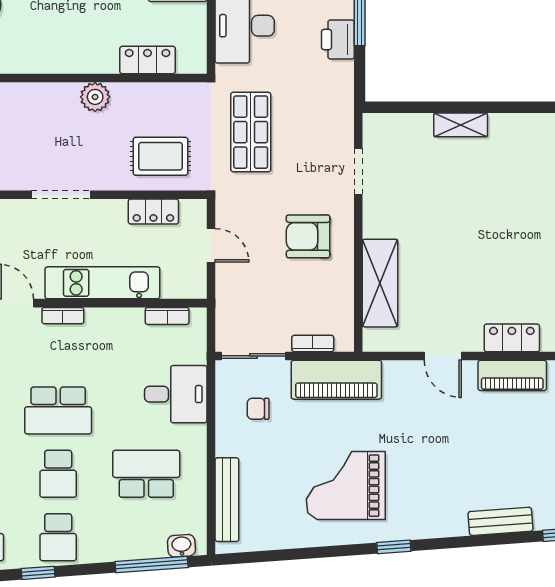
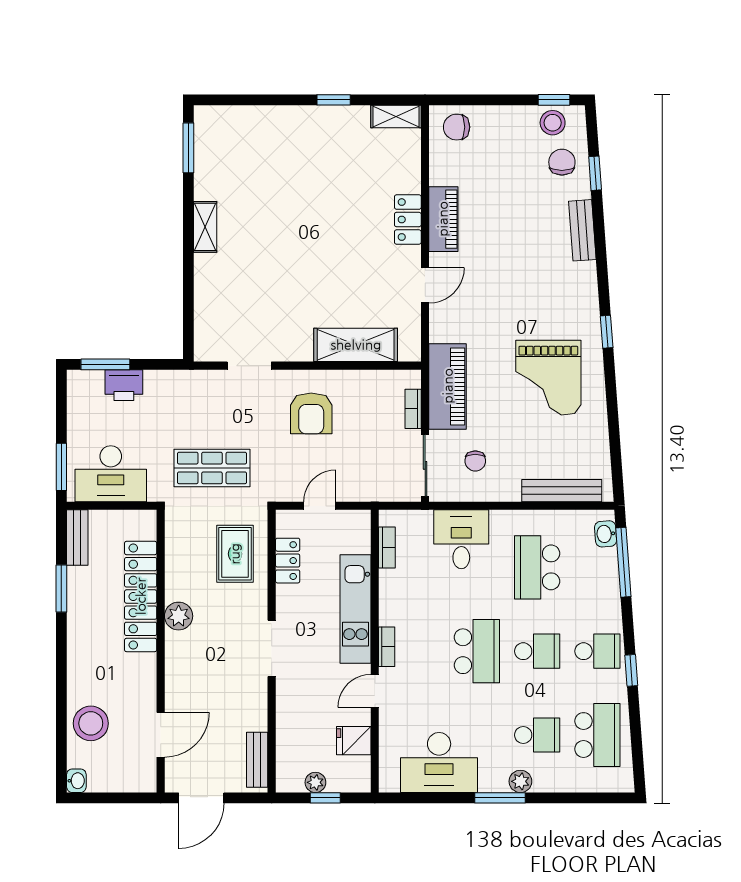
locker: (148, 60) -> (141, 596), width x2.16, depth x1.21
shelving: (461, 125) -> (205, 227), moved

